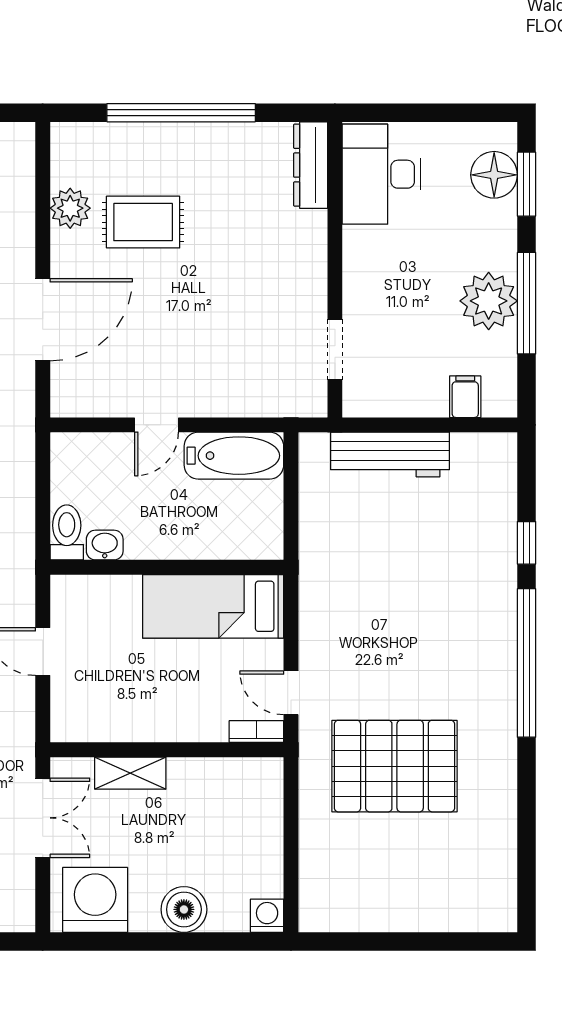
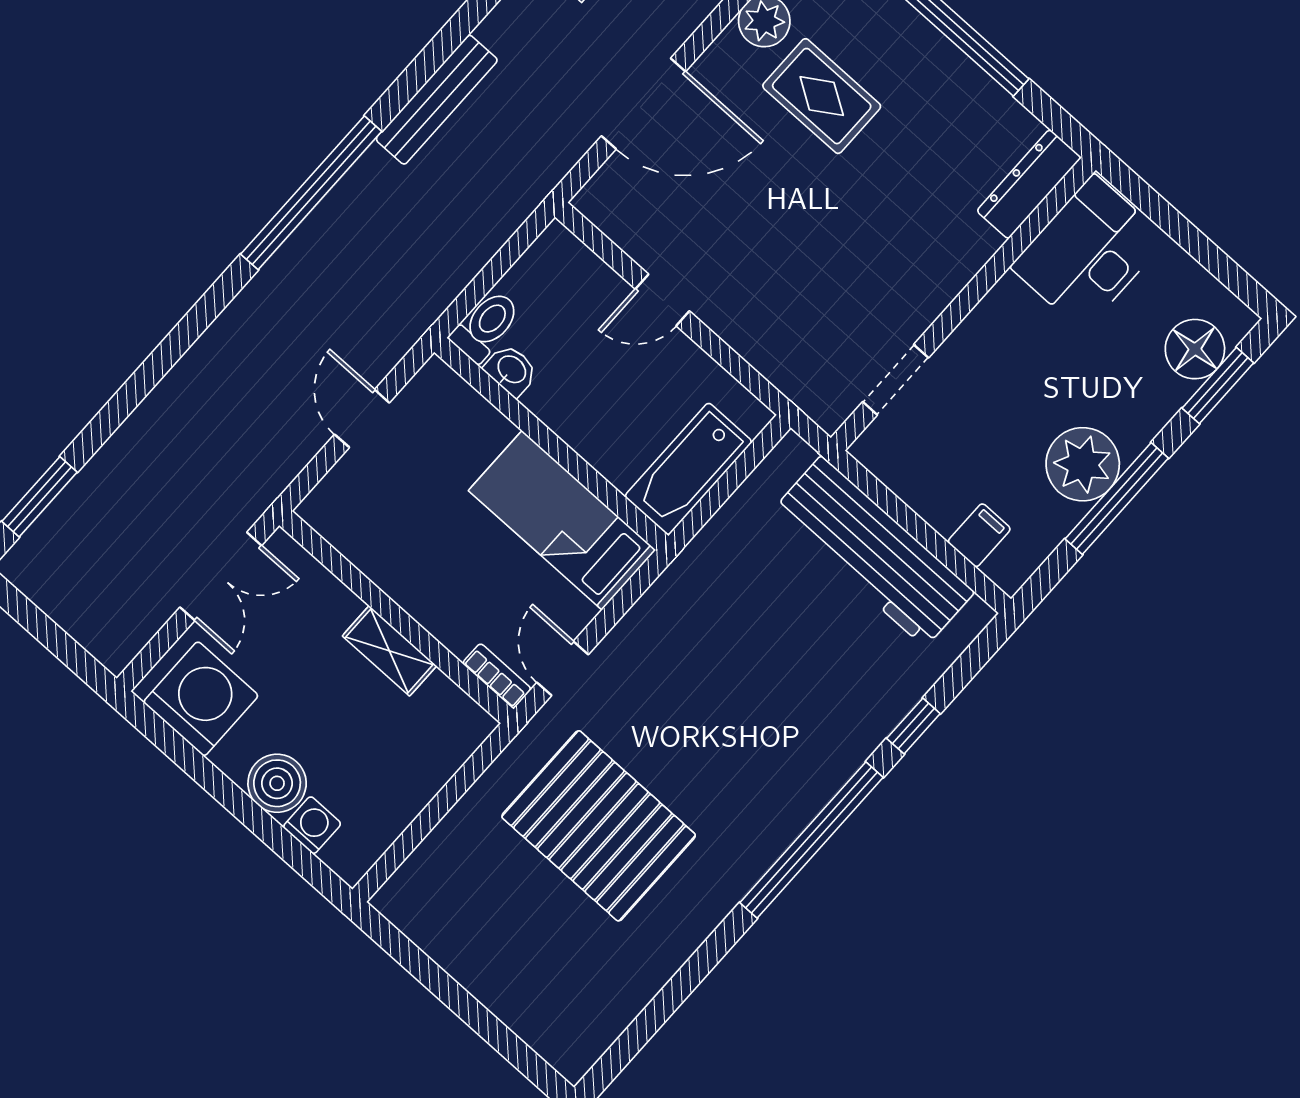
workbench: (390, 454) -> (873, 551), width x1.36, depth x1.32
bathtub: (234, 456) -> (688, 469), moved, turned 90
shelving: (130, 773) -> (389, 651), moved
washing machine: (267, 916) -> (312, 825), moved

